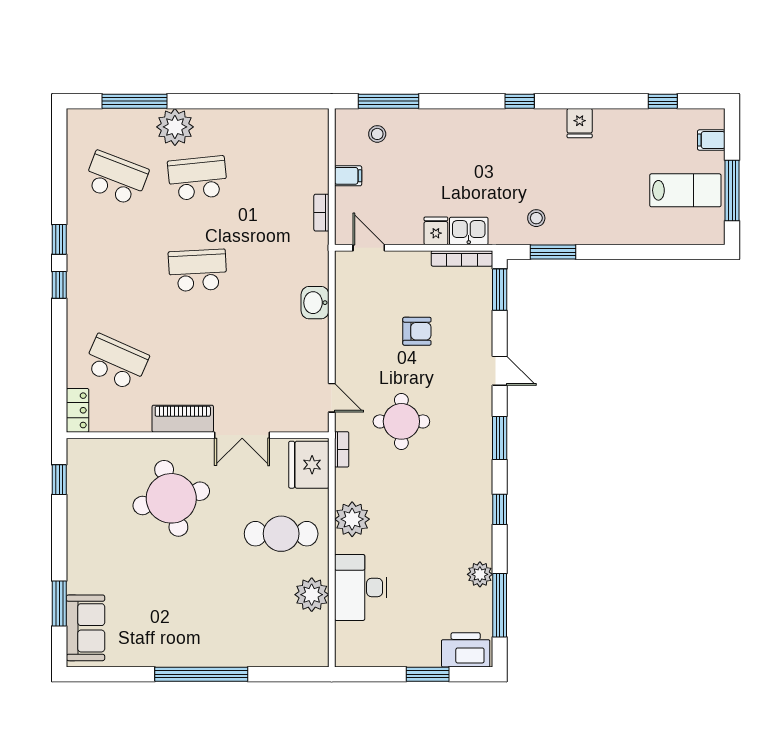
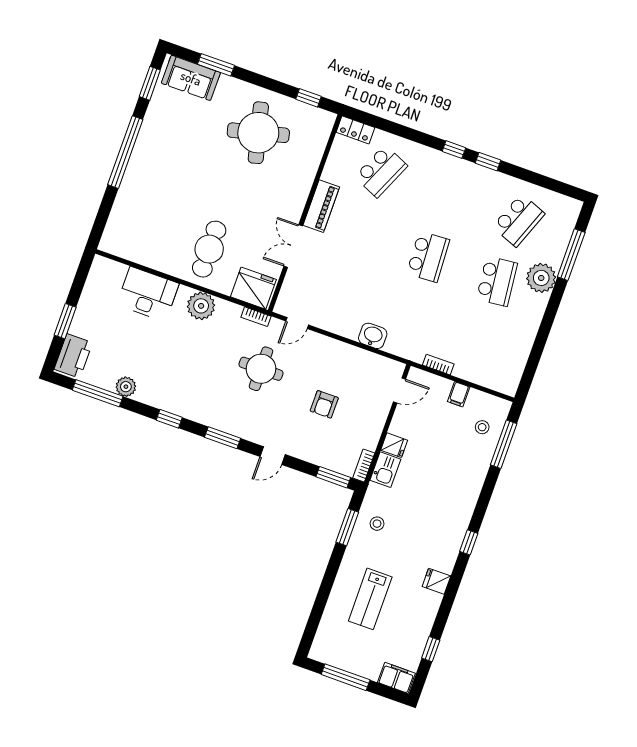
filing cabinet: (711, 140) -> (396, 678), width x2.00
lab bench: (685, 190) -> (370, 599), moved
bookcase: (462, 258) -> (364, 466), width x0.64
round table: (171, 498) -> (258, 133), moved
plant: (312, 595) -> (155, 256), removed
window: (109, 674) -> (150, 83), added

